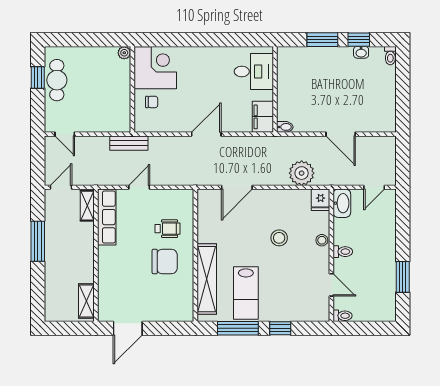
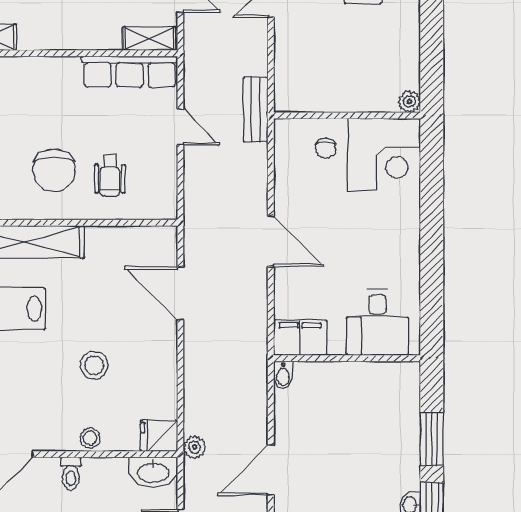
plant: (302, 173) -> (195, 447), moved, width x0.53, depth x0.53

